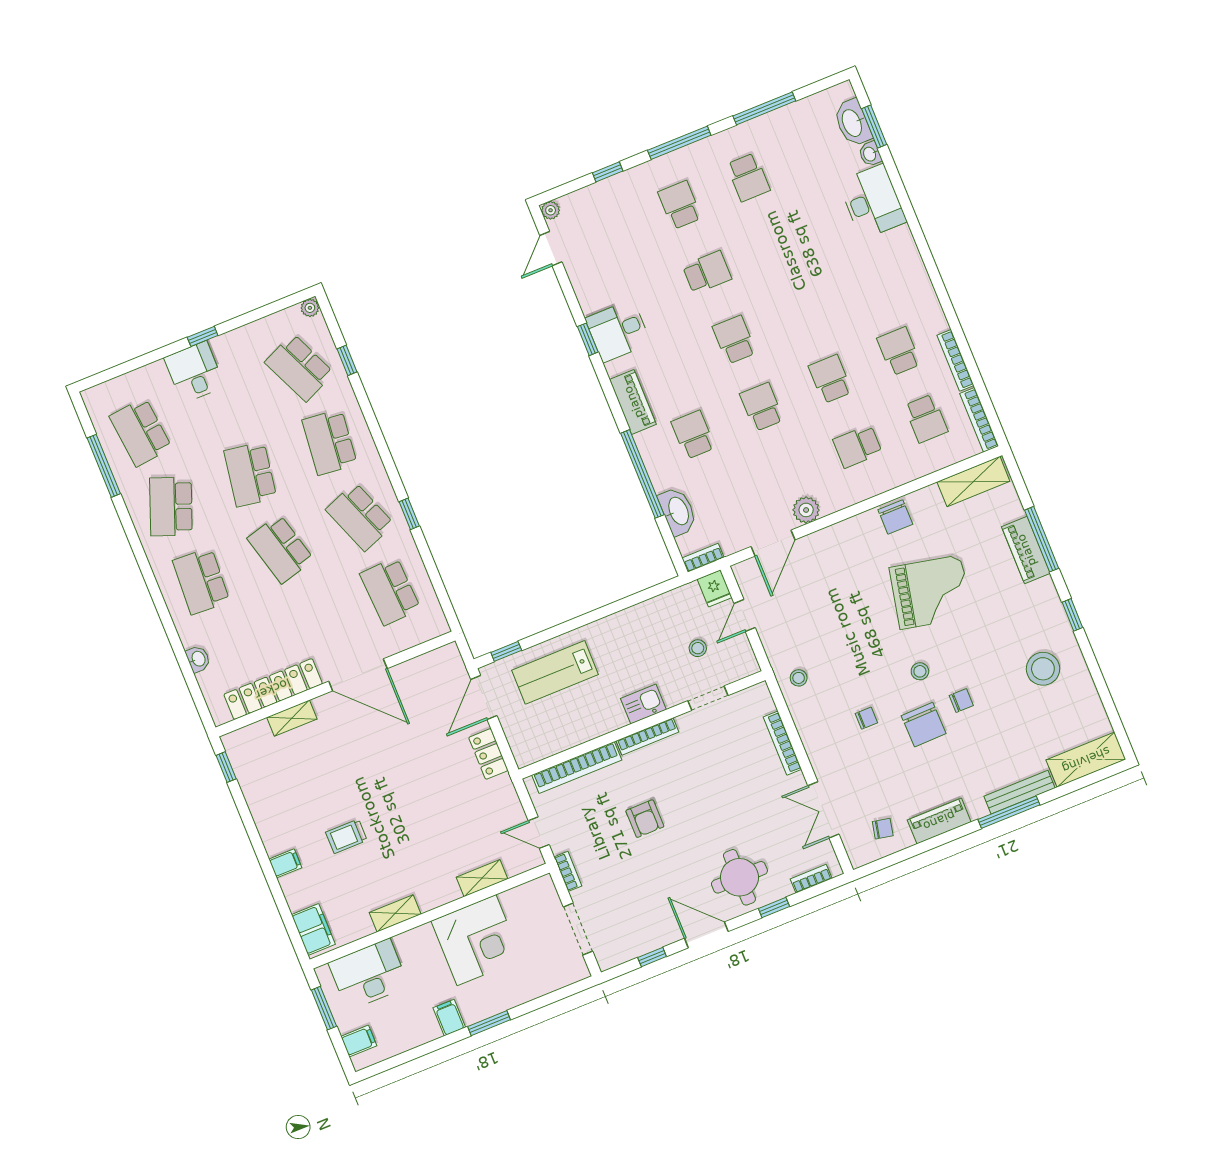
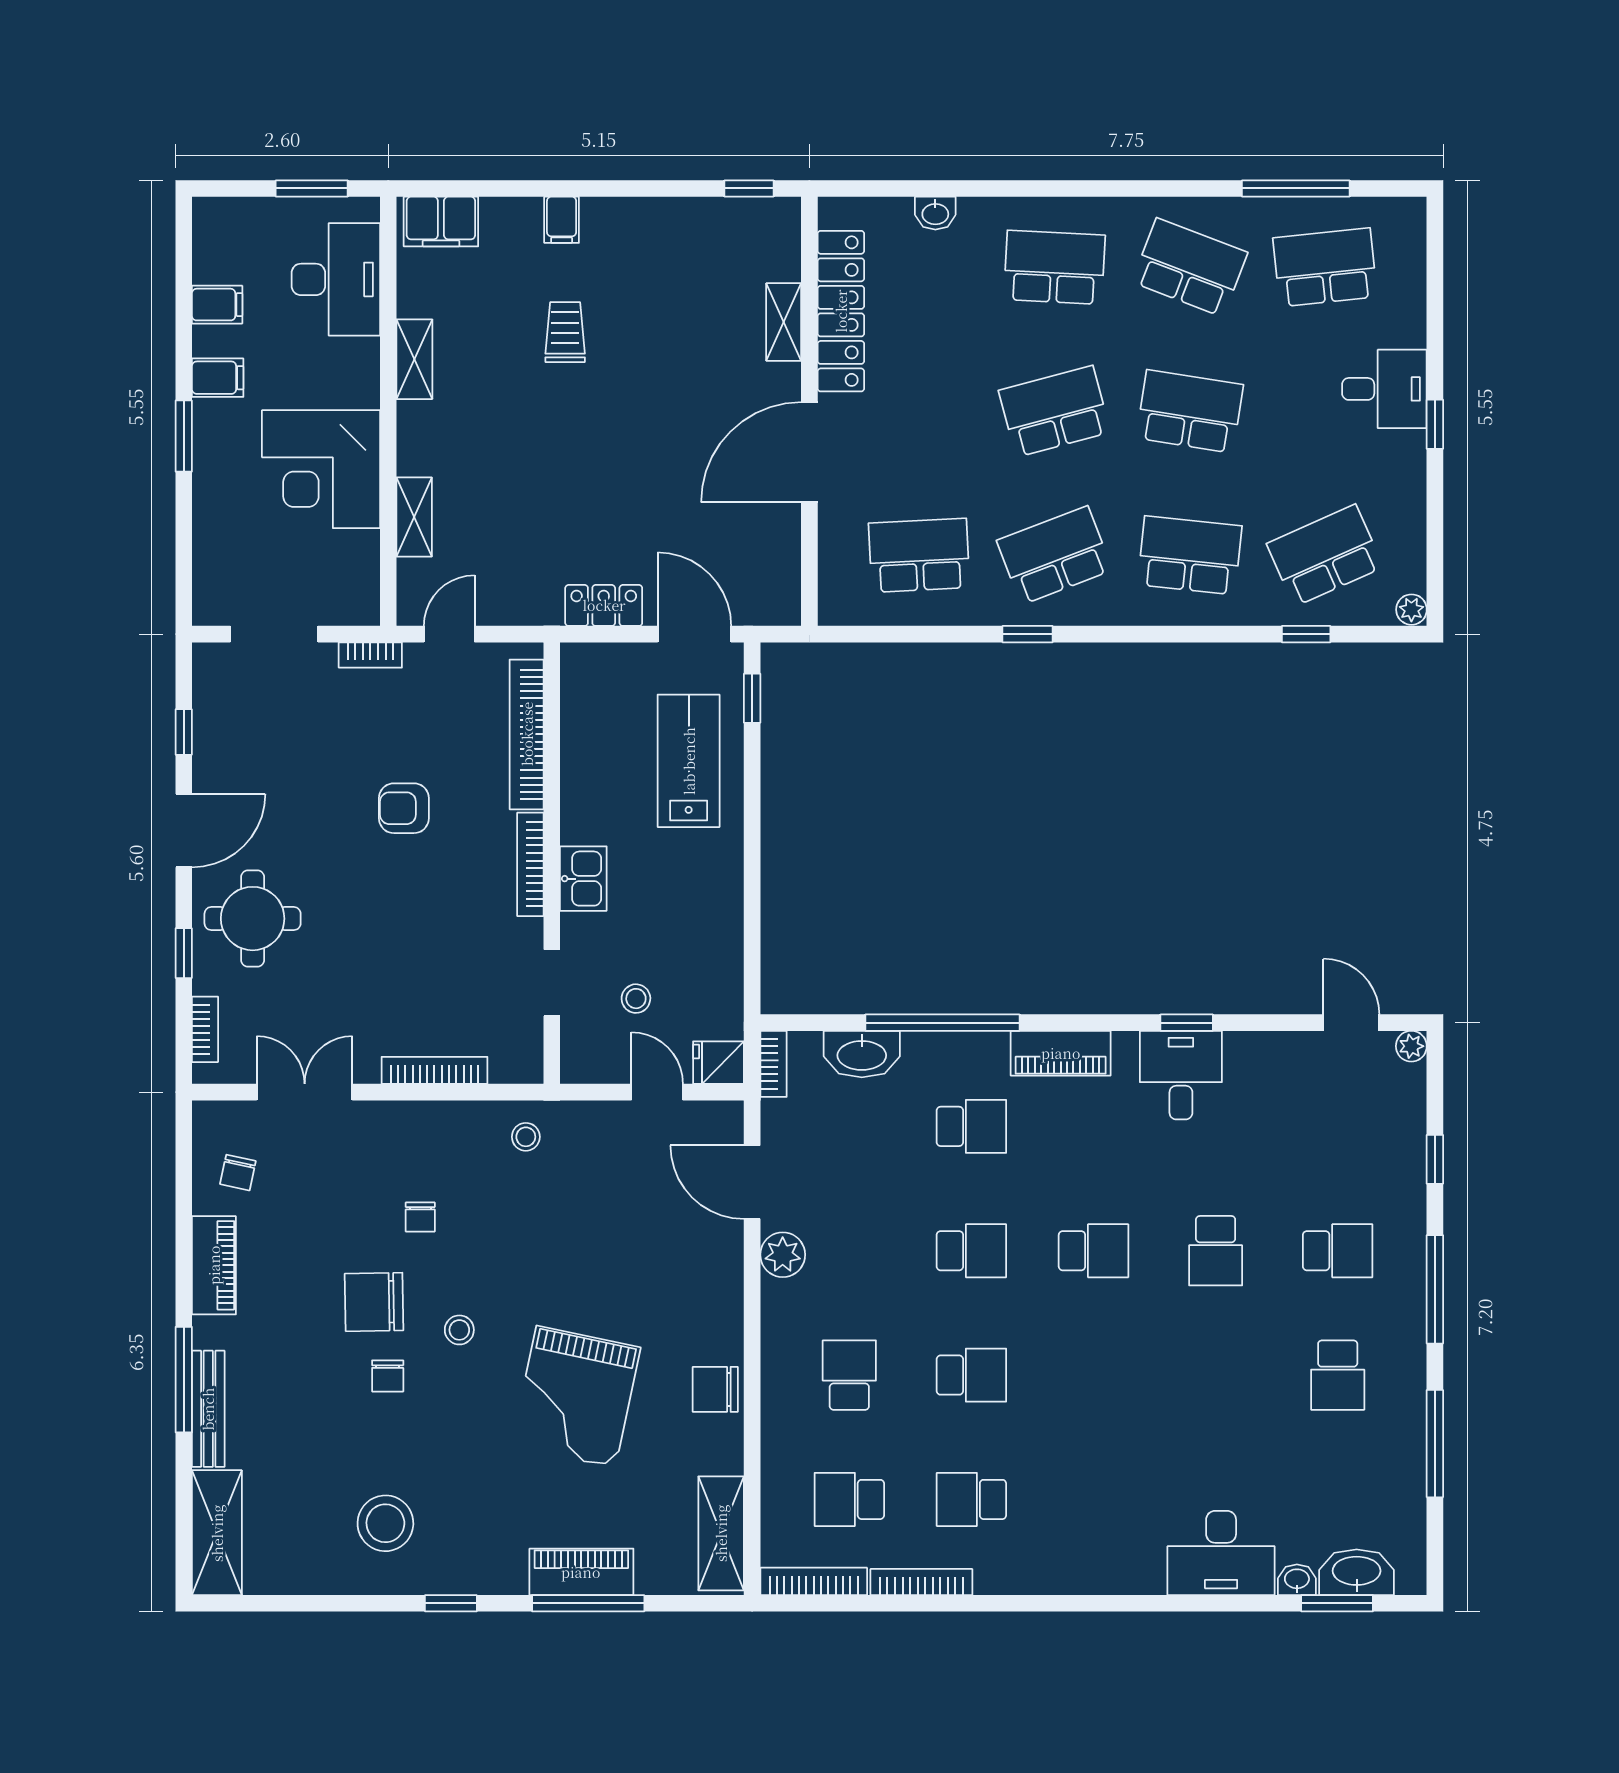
school desk: (748, 177) -> (1338, 1375), turned -90
school desk: (899, 351) -> (971, 1499), turned 180
filing cabinet: (359, 1041) -> (217, 305), moved, turned -90

